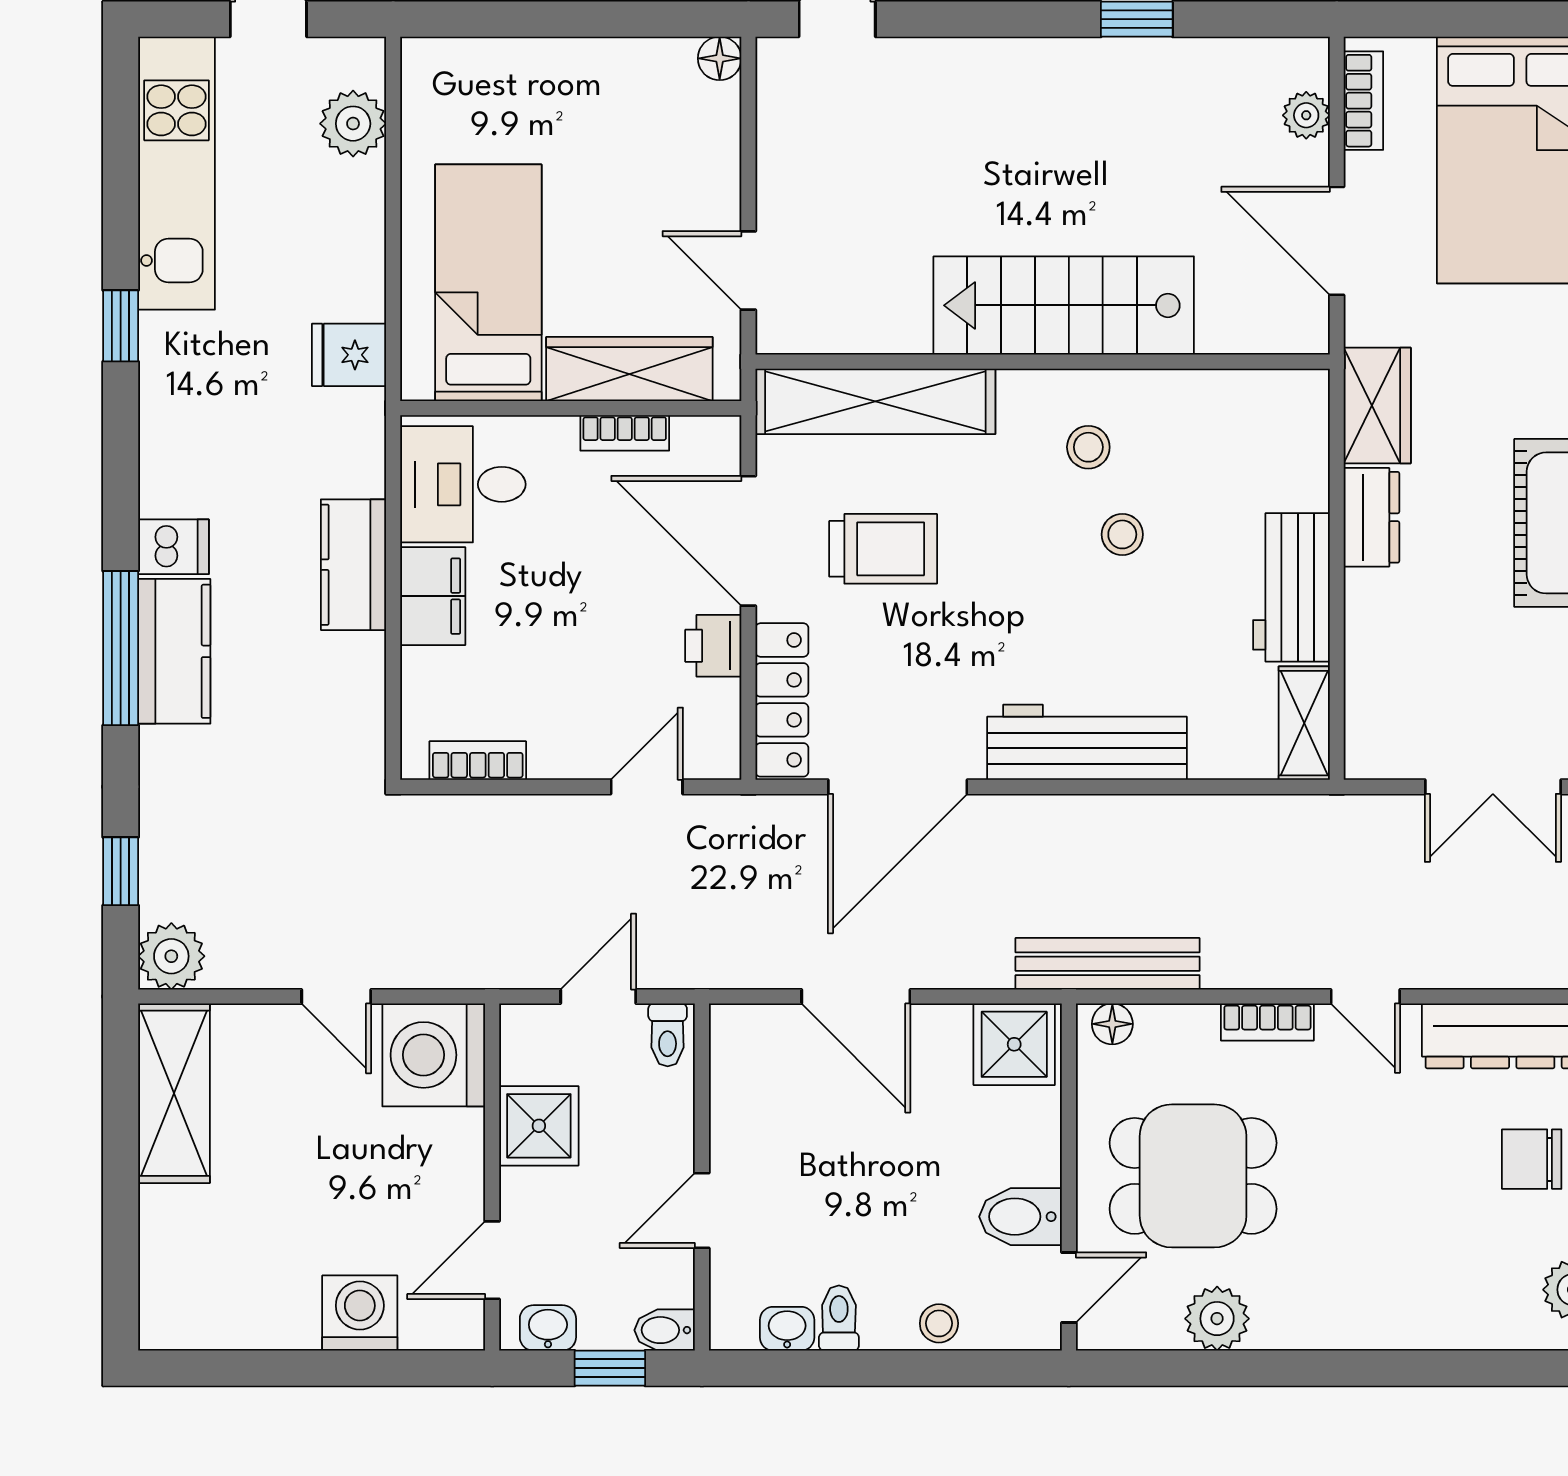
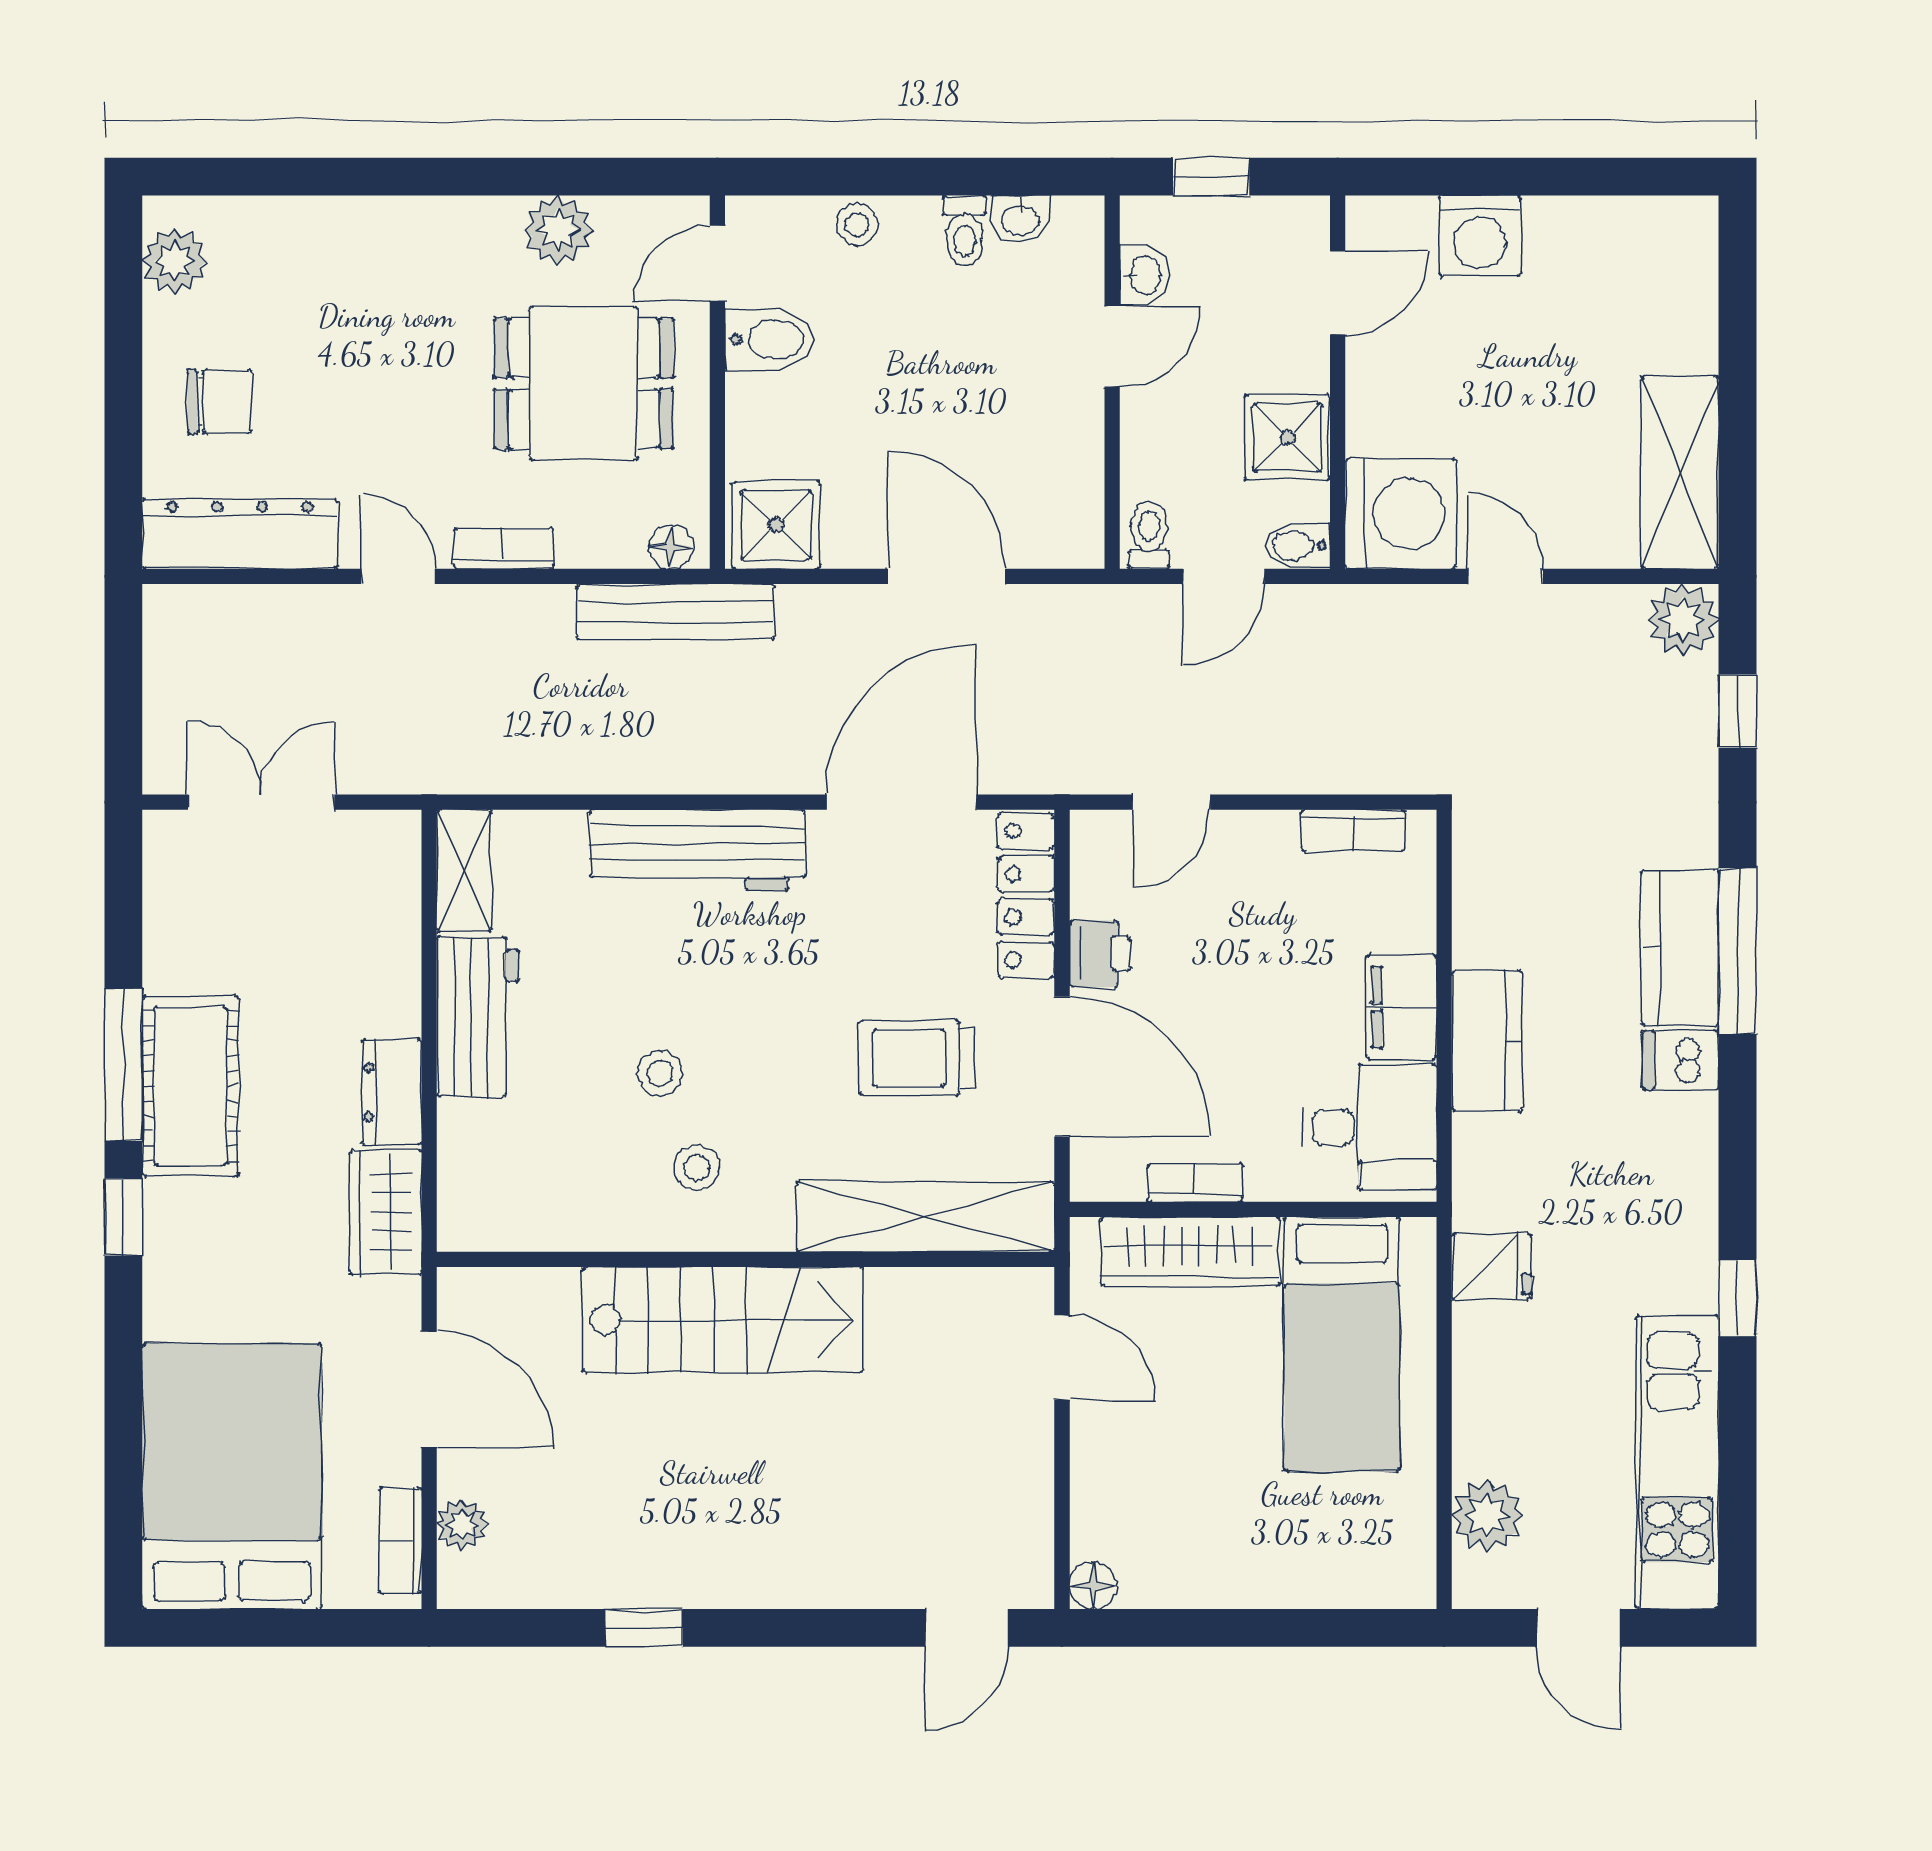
washbasin: (548, 1328) -> (1144, 275), moved, turned -90
bidet: (665, 1330) -> (1298, 545), moved, turned 180

